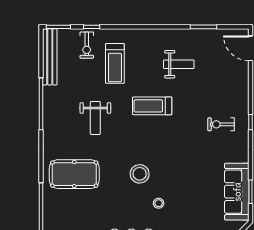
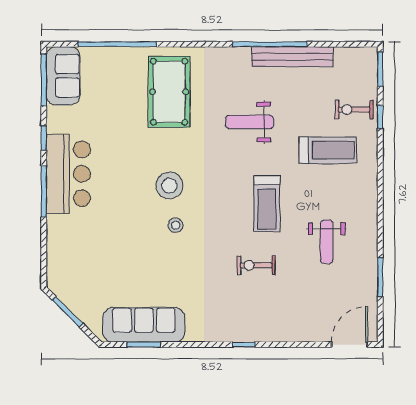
bench: (50, 57) -> (293, 57), moved
treadmill: (115, 63) -> (328, 150), turned 180
treadmill: (152, 106) -> (267, 204), turned 180
exercise bike: (221, 124) -> (256, 265), moved, turned -90
stool: (159, 203) -> (176, 225), moved

